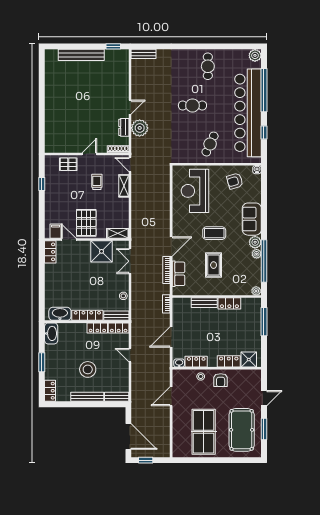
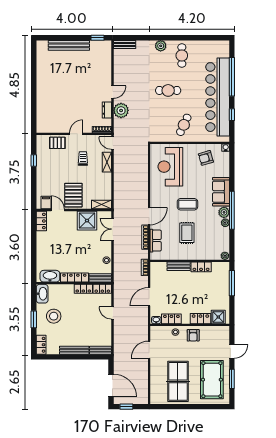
plant: (255, 55) -> (161, 46), moved
window: (264, 261) -> (232, 210), moved
stool: (88, 369) -> (54, 316), moved

